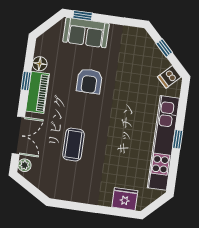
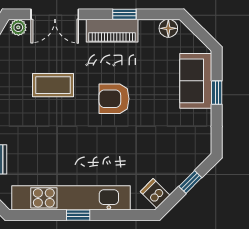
window: (83, 15) -> (217, 93), moved
floor lamp: (40, 64) -> (168, 28), moved
armchair: (89, 81) -> (114, 99), moved

